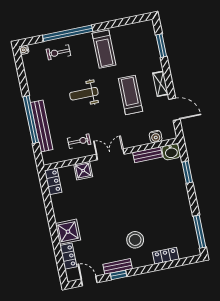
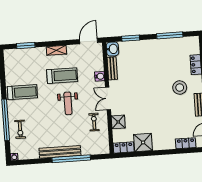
weight bench: (84, 94) -> (68, 103), moved
treadmill: (130, 95) -> (62, 76), turned 180
door: (174, 109) -> (89, 41), moved
bench: (42, 126) -> (60, 152), moved
water cooler: (156, 137) -> (100, 76), moved
shower: (68, 232) -> (143, 142), moved
window: (199, 232) -> (170, 35), moved

